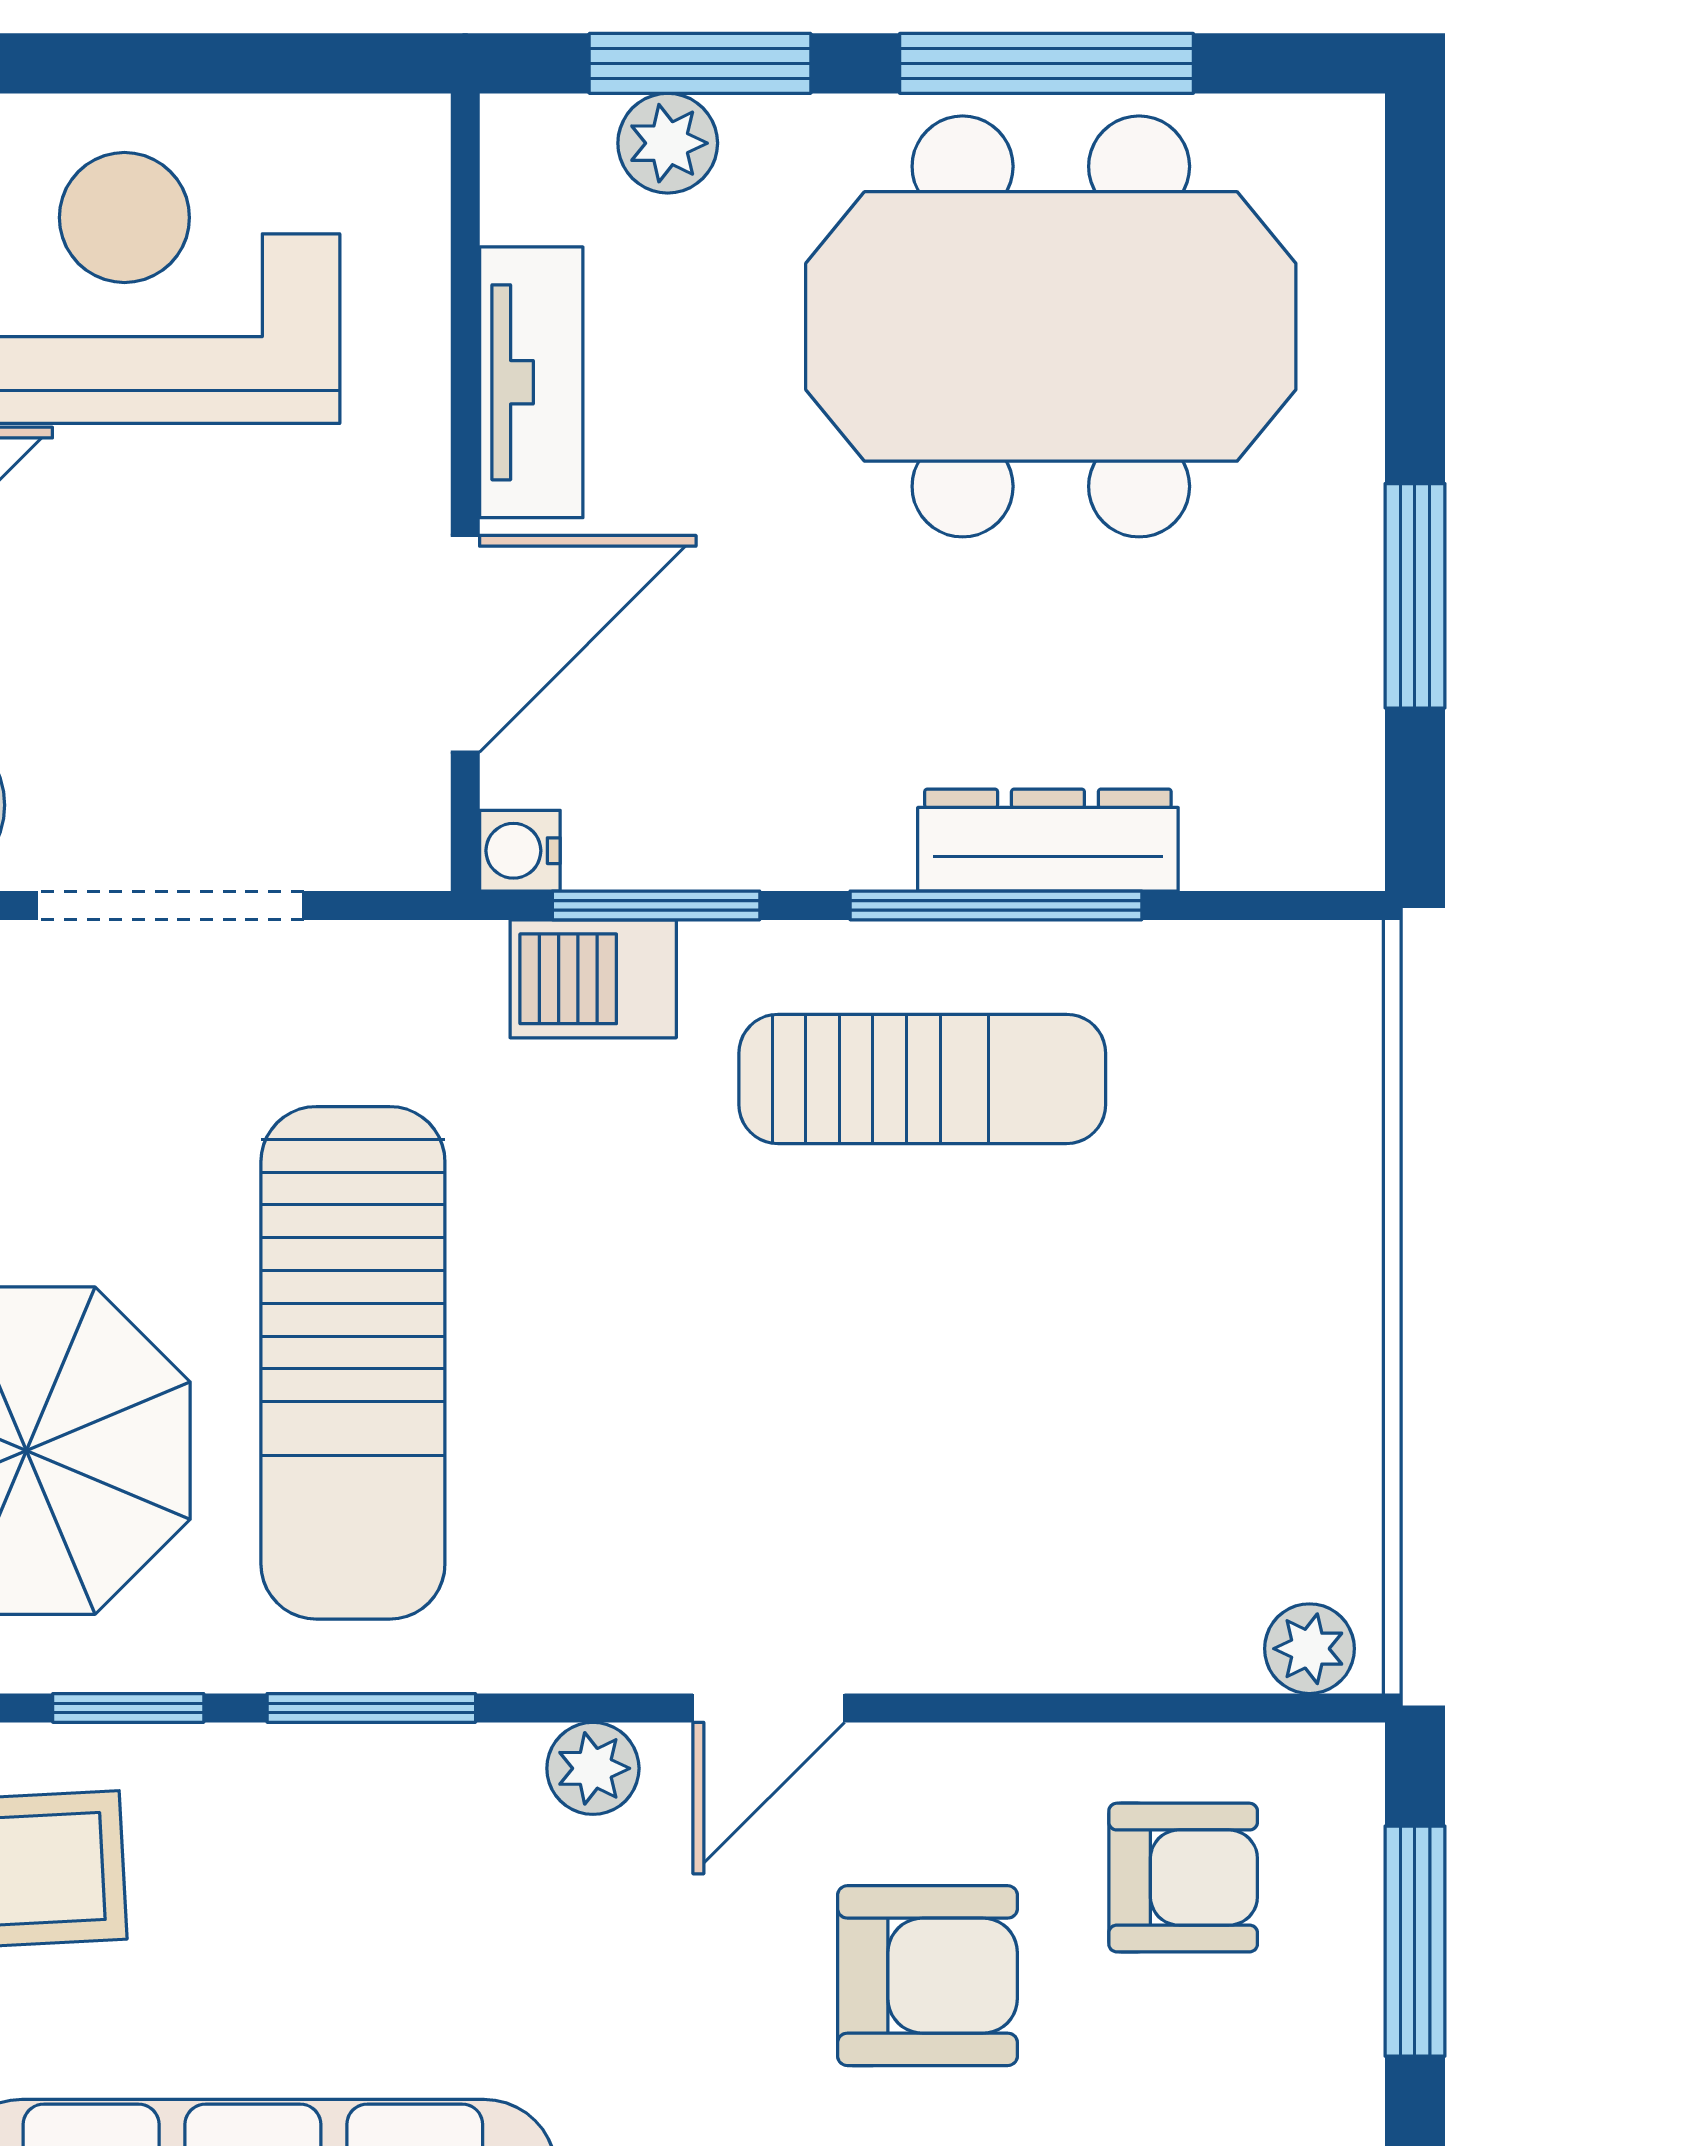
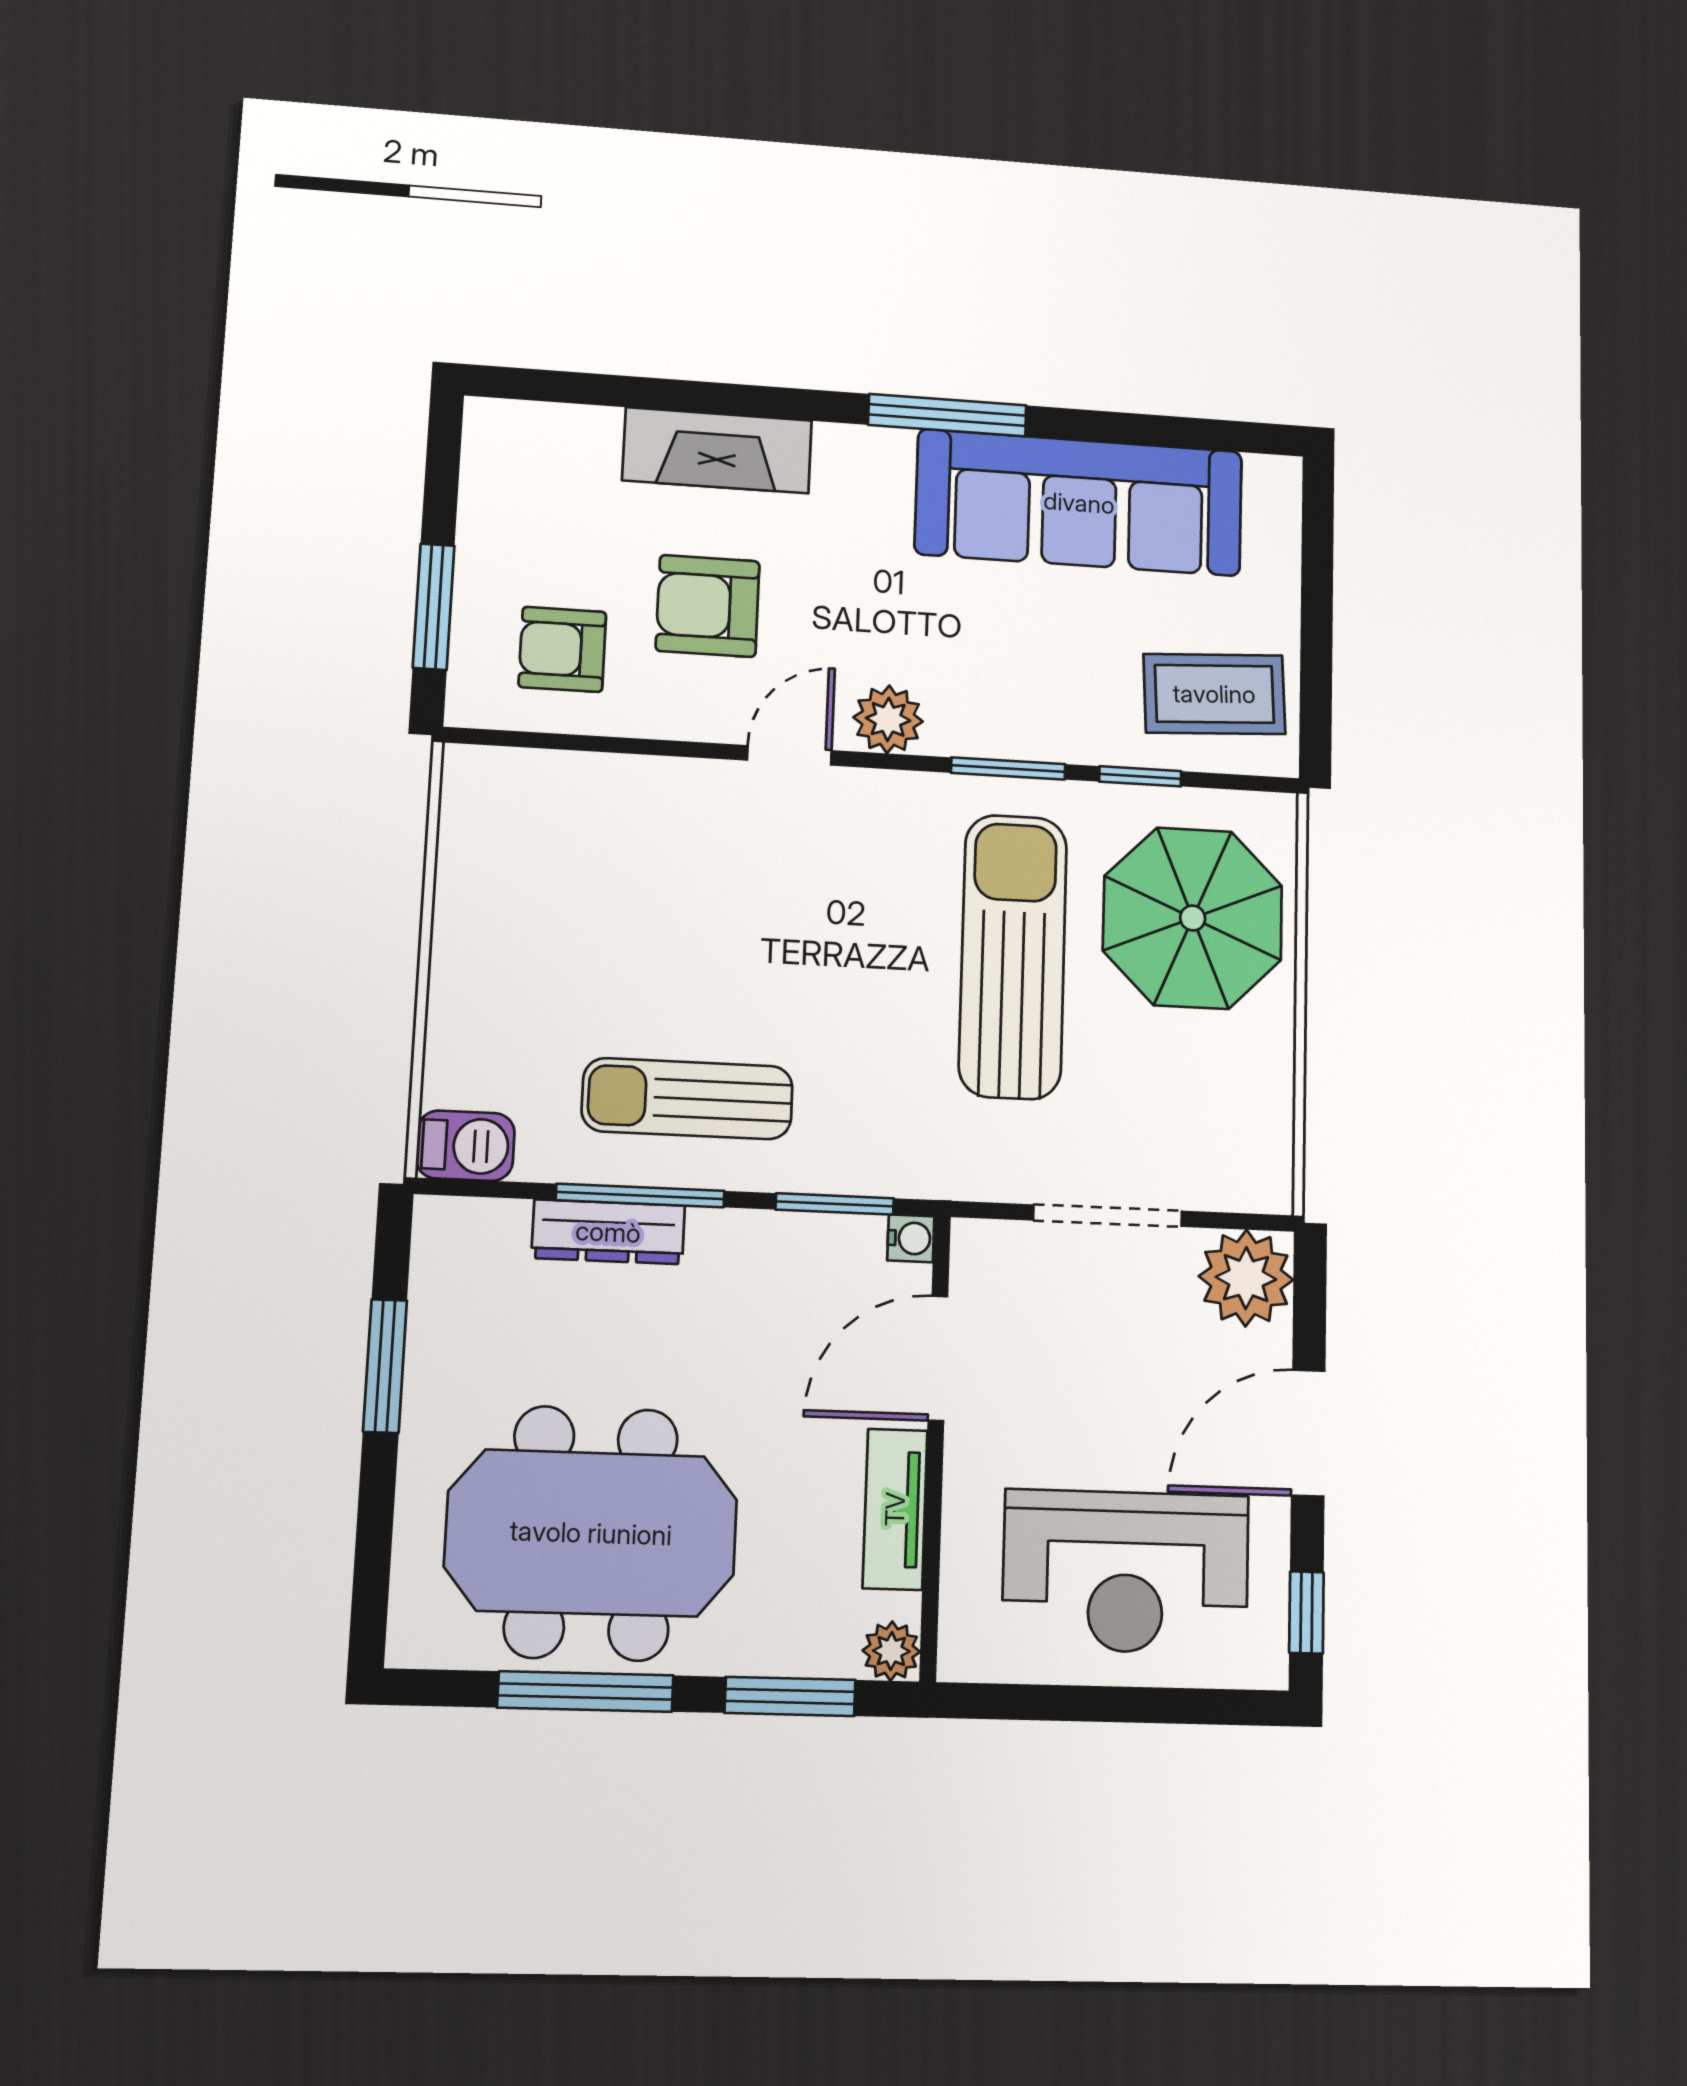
plant: (668, 143) -> (891, 1651), moved
barbecue: (593, 979) -> (465, 1146), moved
plant: (1309, 1649) -> (484, 770), removed
plant: (593, 1768) -> (888, 719), width x1.38, depth x1.38

